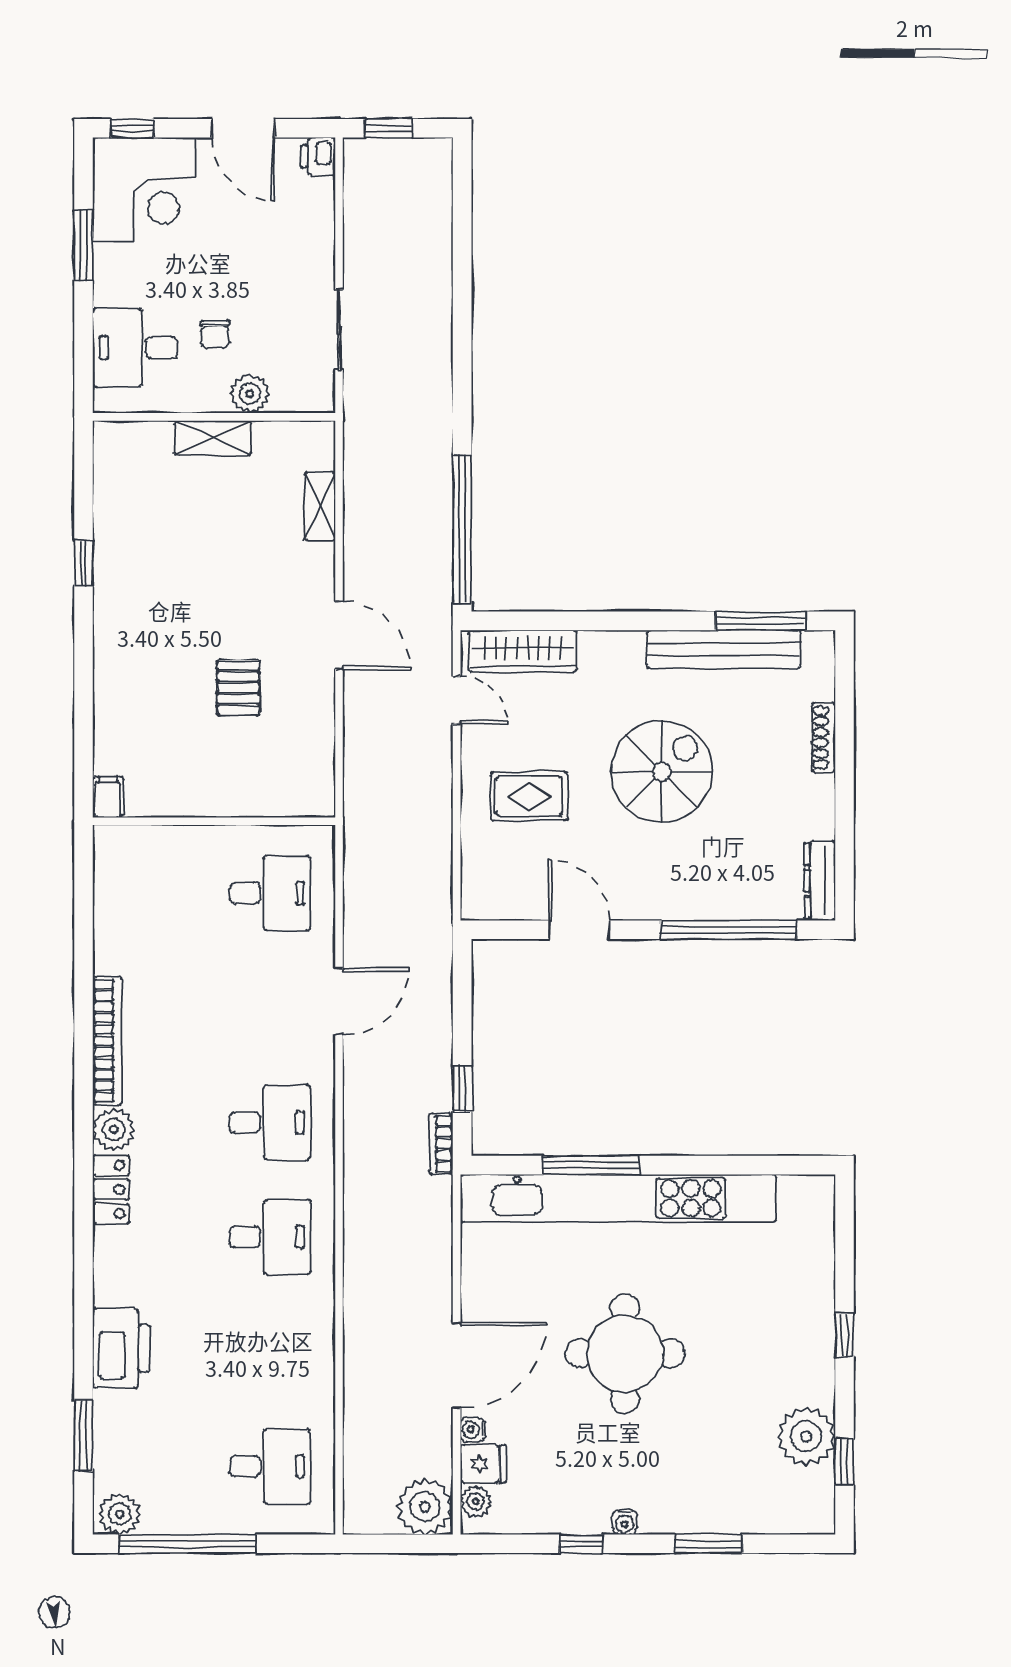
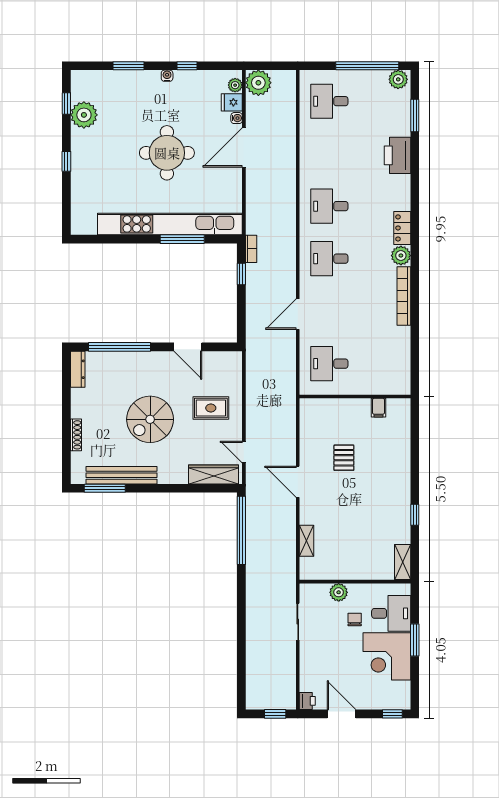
corner desk: (144, 189) -> (387, 656), moved, turned -90
window: (83, 245) -> (415, 640), moved
shelving: (213, 438) -> (403, 562), moved, turned 90
filing cabinet: (108, 797) -> (378, 408), moved

